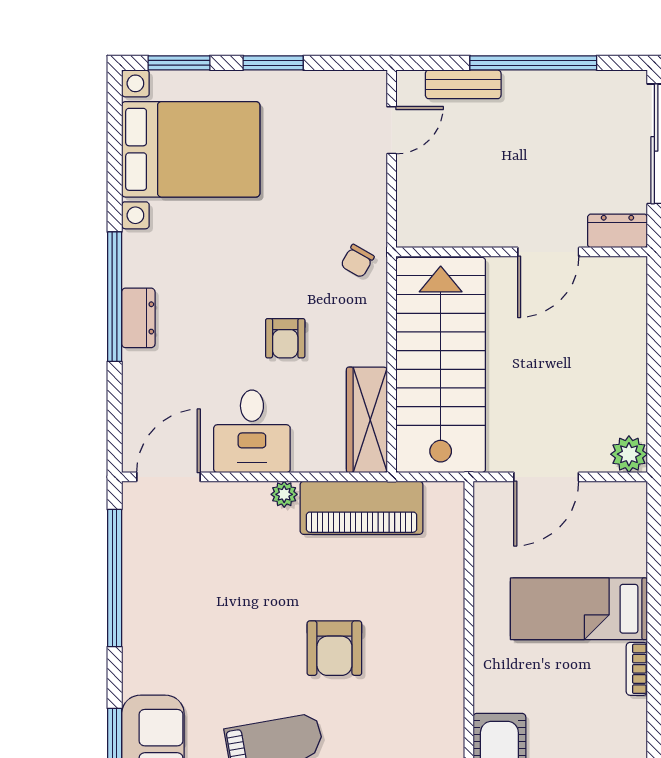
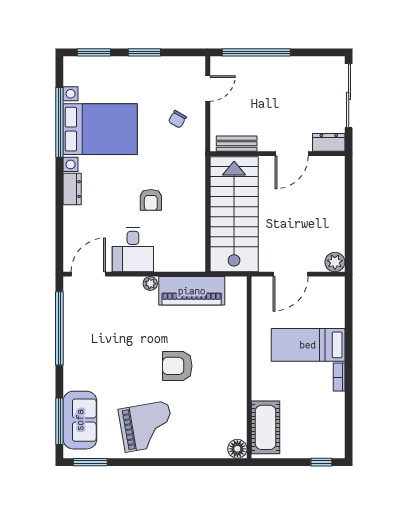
window: (533, 63) -> (256, 52), moved
bench: (463, 84) -> (237, 144), moved
bed with nightstands: (191, 149) -> (100, 129), moved
chair: (357, 261) -> (177, 119), moved
window: (115, 297) -> (59, 122), moved
wardrobe: (367, 420) -> (195, 244), removed
armchair: (334, 648) -> (177, 366), turned 90

